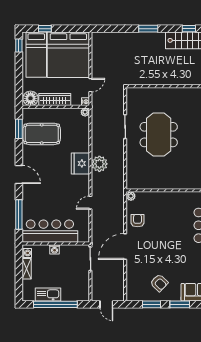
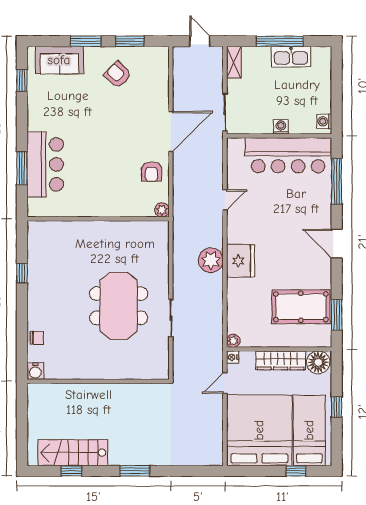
window: (19, 46) -> (337, 407), moved
shelving: (27, 269) -> (234, 62), moved
window: (55, 304) -> (280, 41), width x0.68

